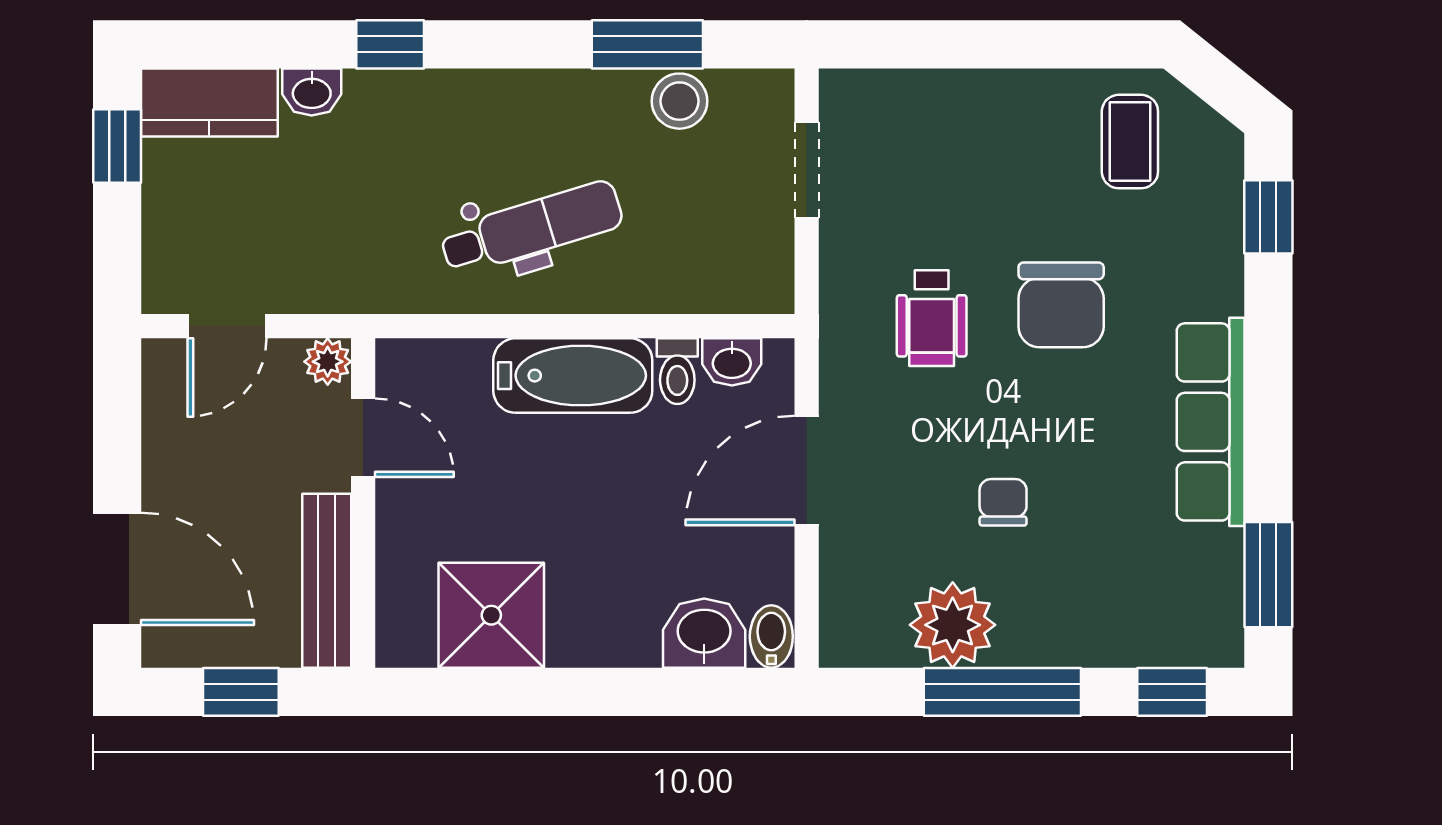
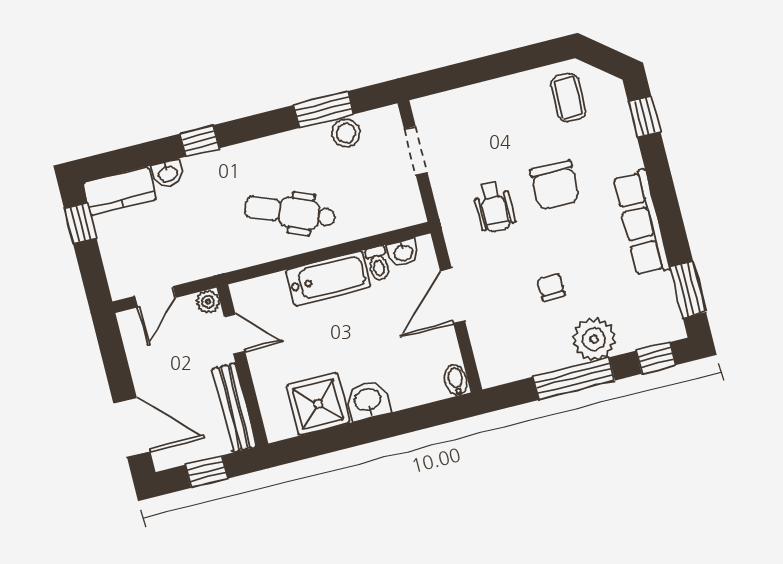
dental chair: (532, 228) -> (290, 212), turned -141
plant: (953, 625) -> (594, 339), moved
washbasin: (704, 633) -> (368, 401), moved

